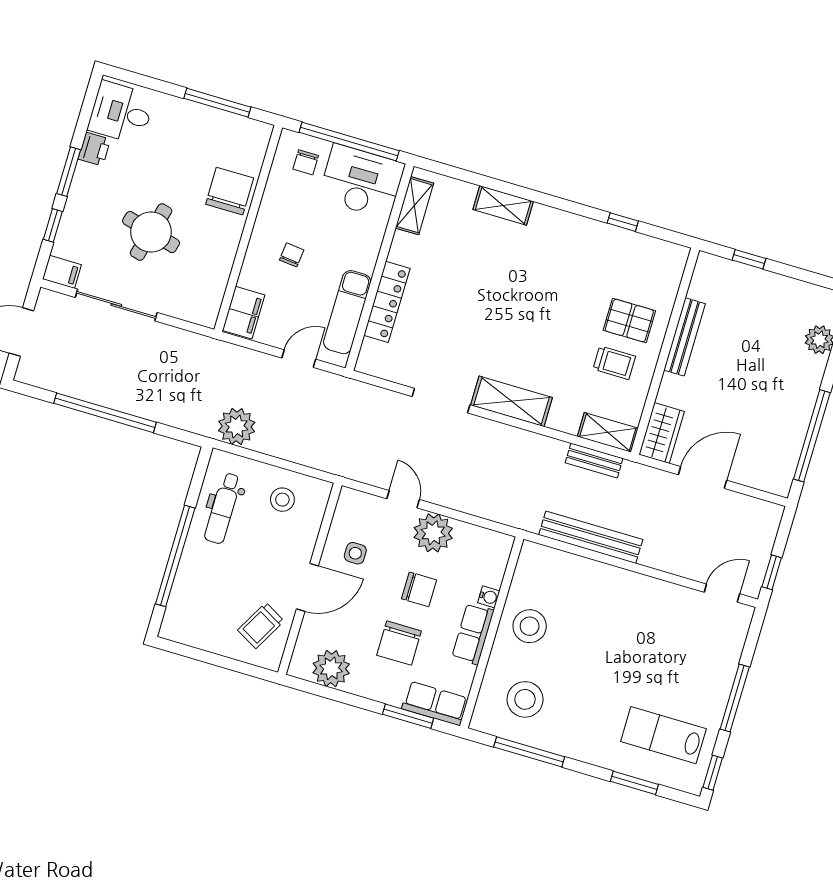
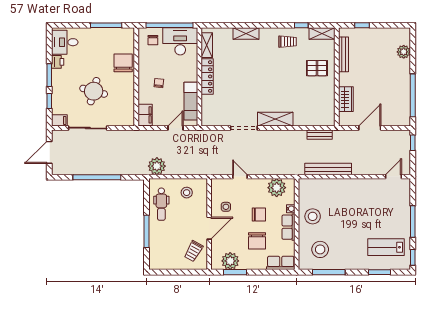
locker: (387, 302) -> (207, 76), moved
bench: (685, 337) -> (344, 54), moved
trolley: (614, 363) -> (287, 42), moved
shelving: (608, 432) -> (322, 34), moved
wardrobe: (662, 433) -> (346, 99), moved
plant: (433, 533) -> (277, 188), moved
window: (175, 556) -> (147, 231), width x0.68
window: (772, 572) -> (413, 143), moved
window: (408, 716) -> (235, 272), moved

